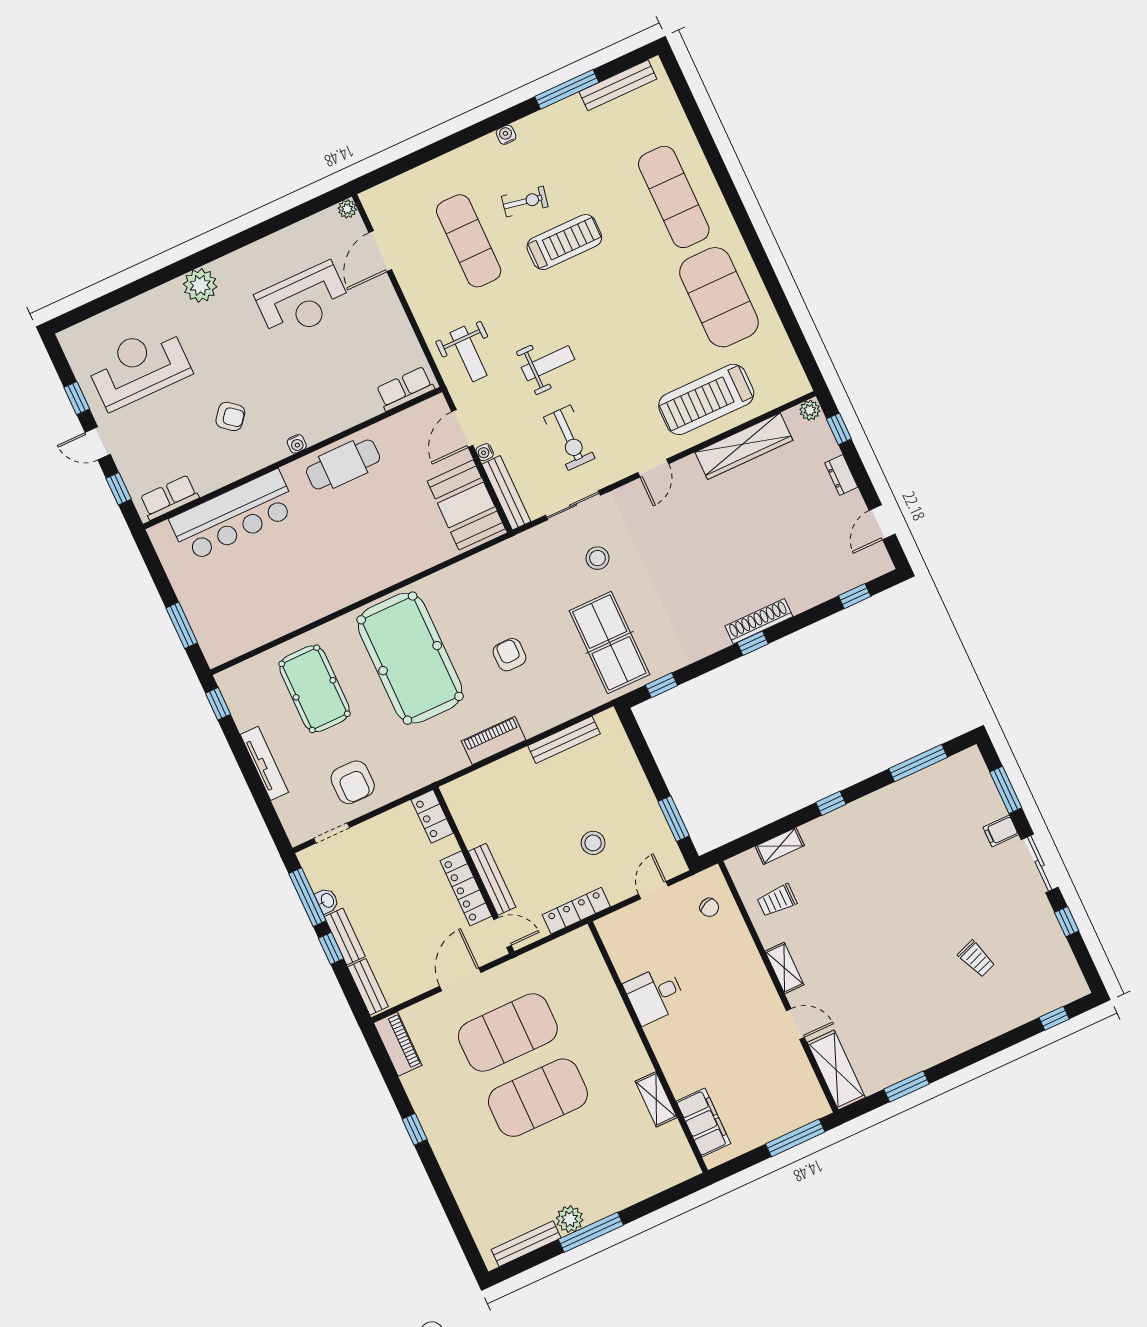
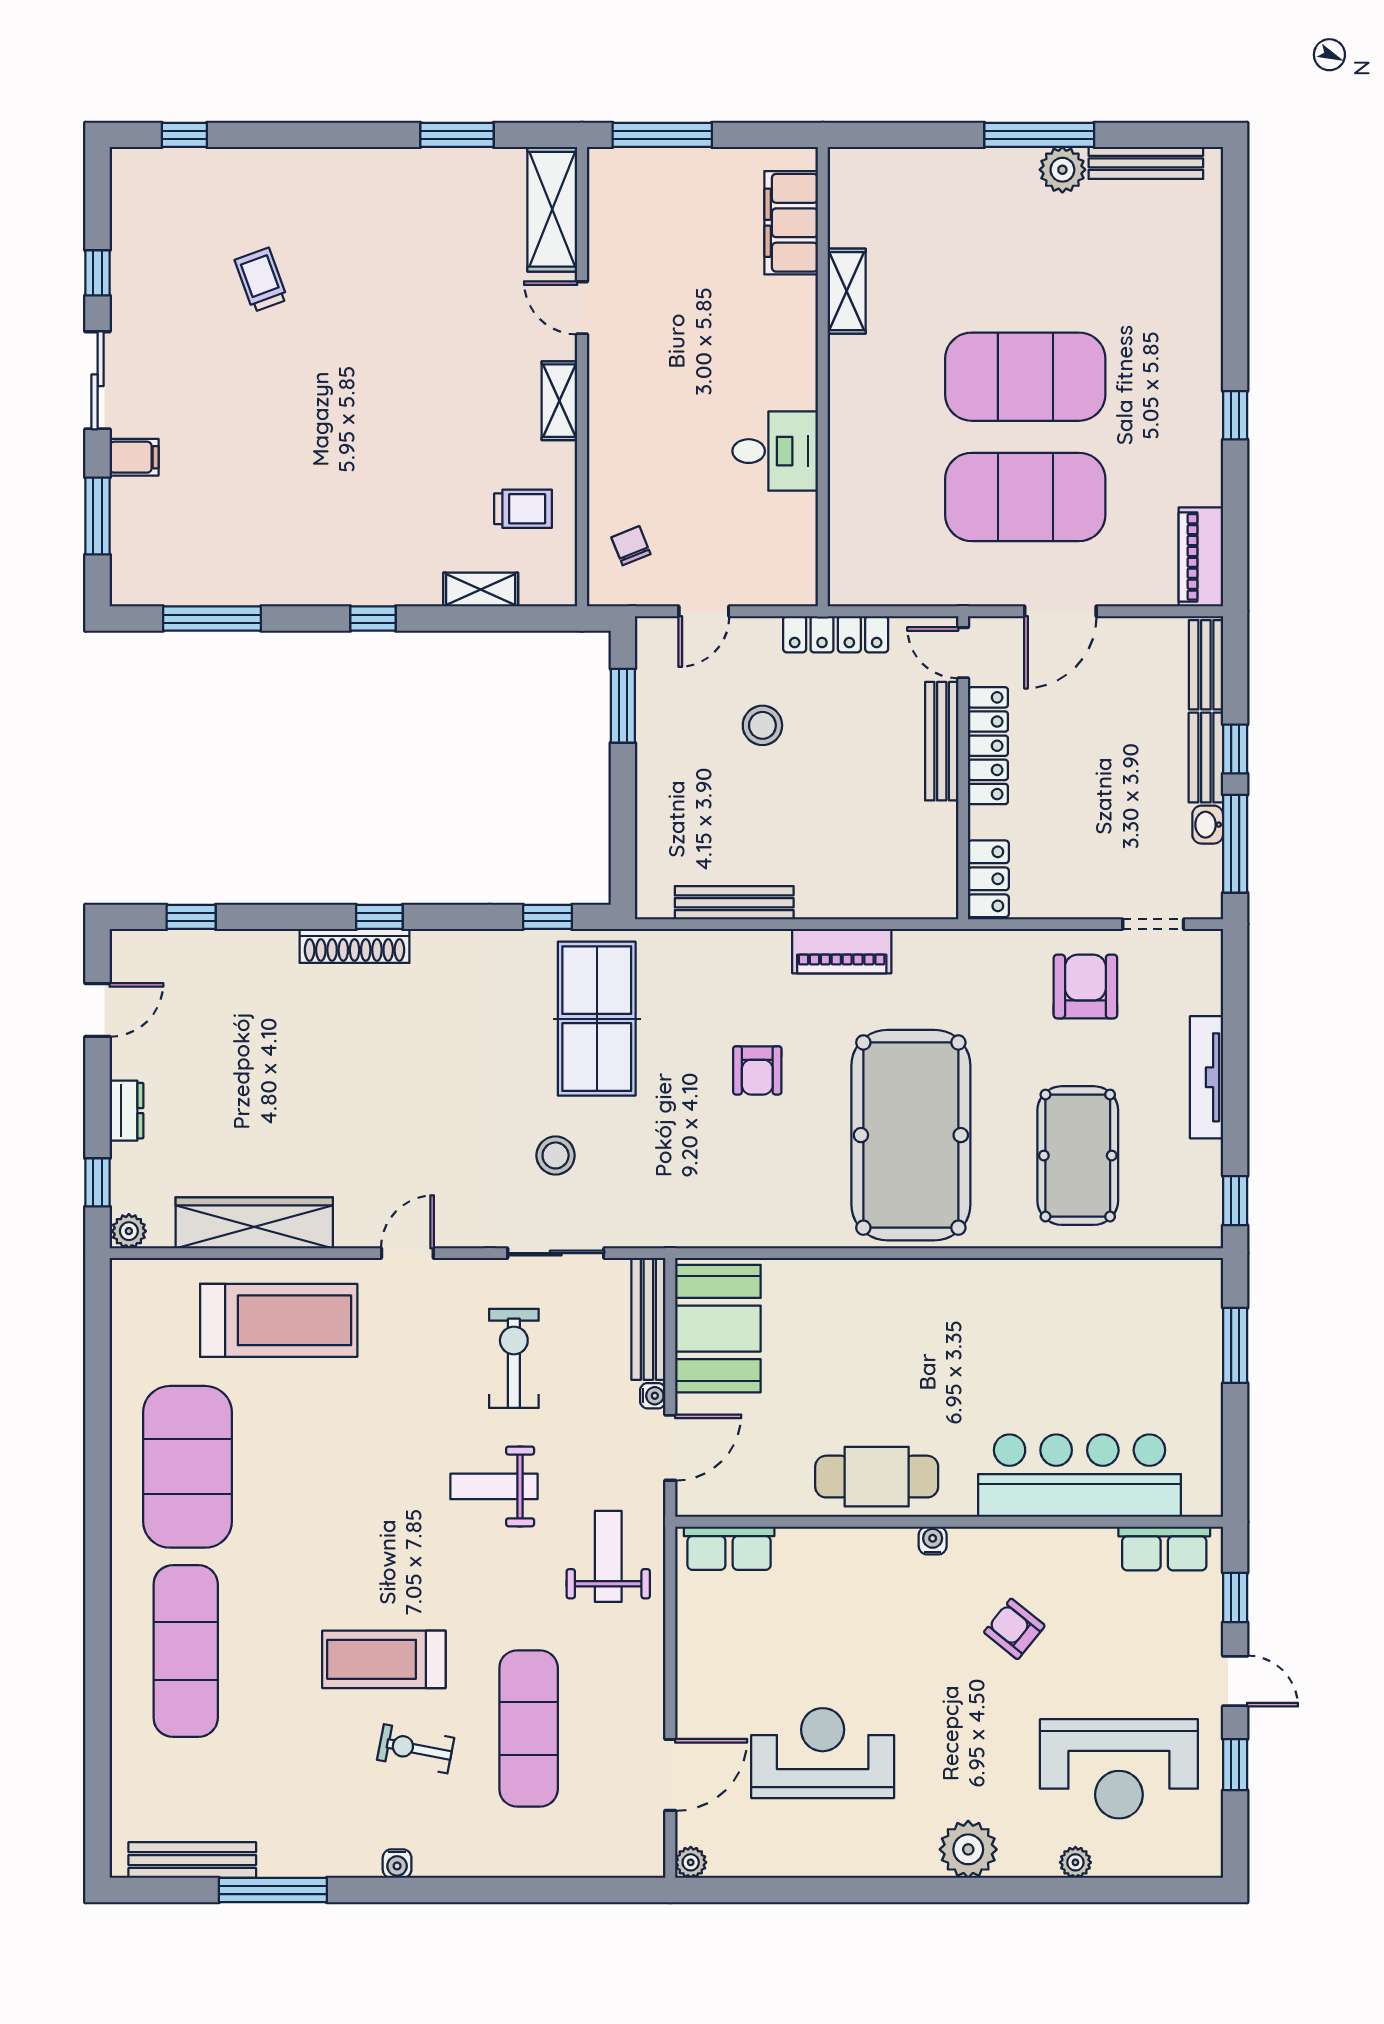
plant: (139, 305) -> (1075, 1862), added

